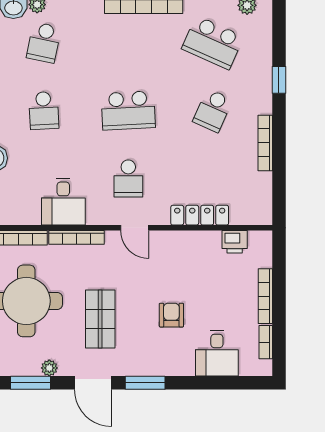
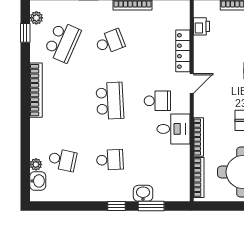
school desk: (213, 111) -> (110, 42), turned -45
desk: (63, 202) -> (173, 129), moved
door: (135, 228) -> (192, 83), moved

